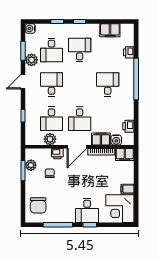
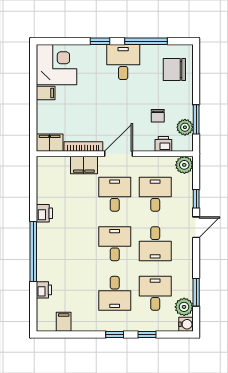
filing cabinet: (110, 30) -> (64, 322), width x0.50
plant: (31, 60) -> (184, 307), moved
door: (23, 82) -> (196, 227), moved
desk: (108, 84) -> (115, 244), moved, turned 180
printer: (128, 126) -> (44, 213), moved
plant: (50, 139) -> (184, 165), moved
water cooler: (116, 140) -> (62, 164), removed
printer: (57, 154) -> (163, 144), moved
chair: (38, 205) -> (174, 69), turned -90
desk: (87, 210) -> (123, 62), moved

